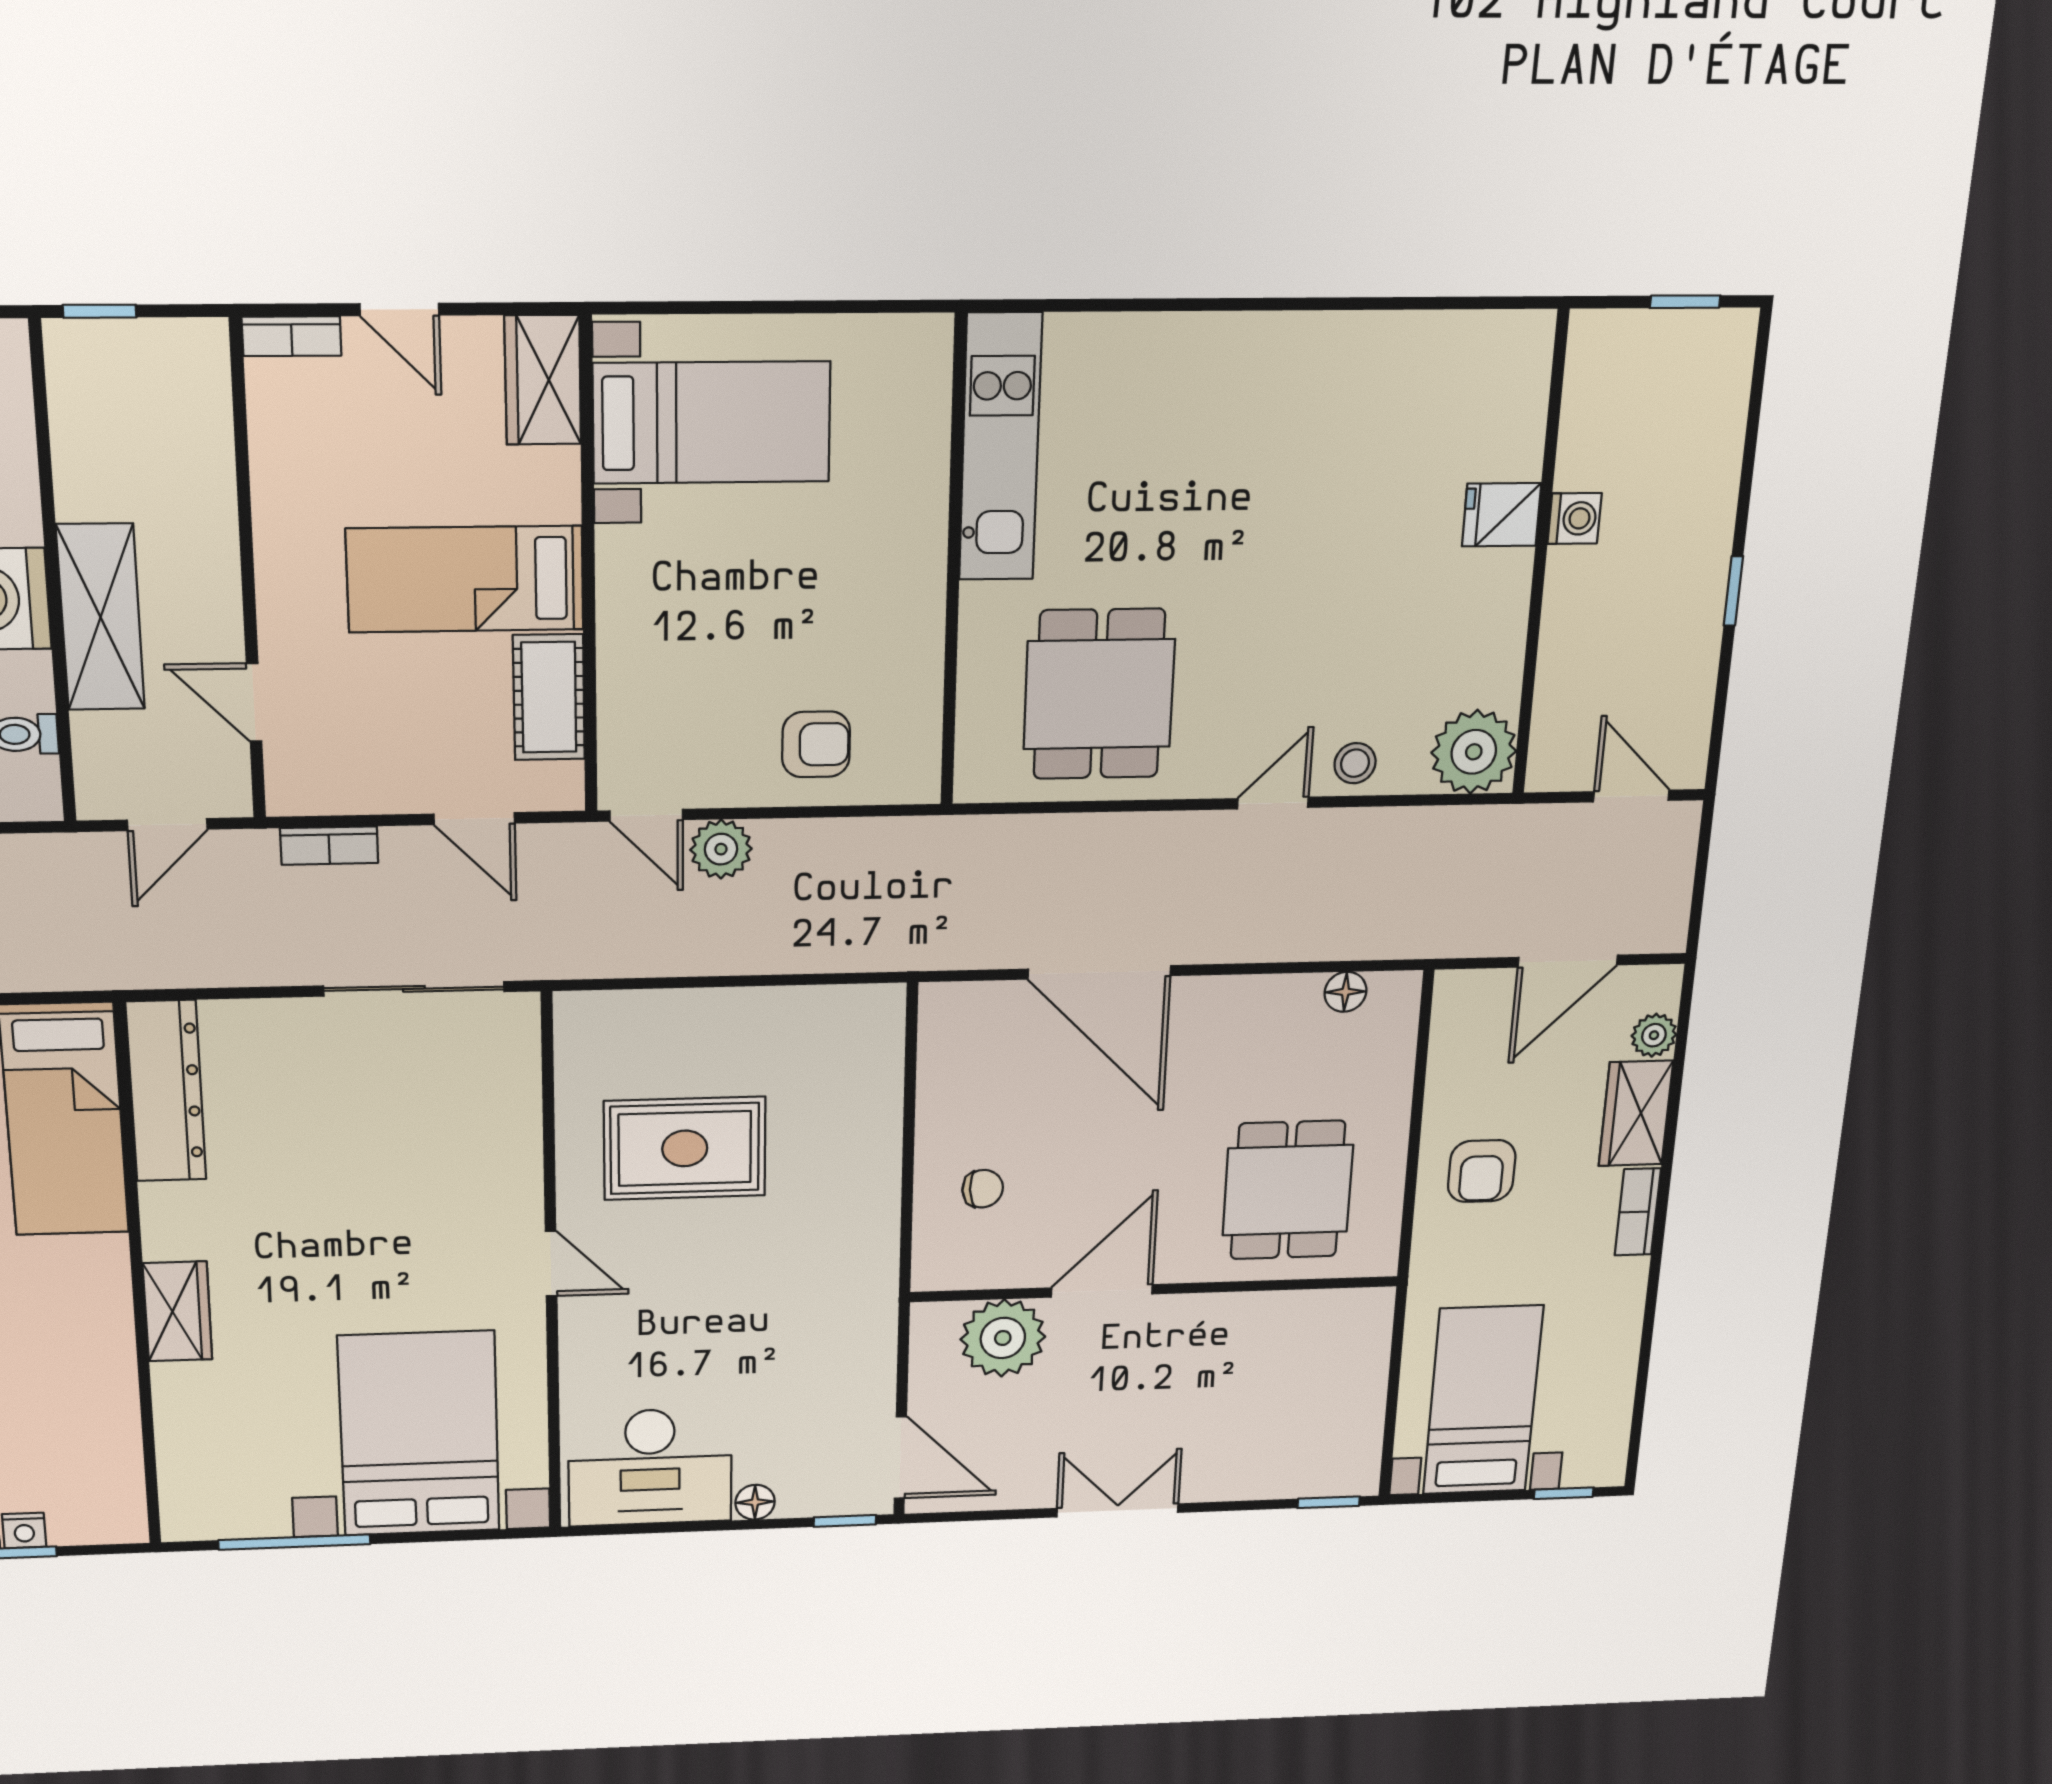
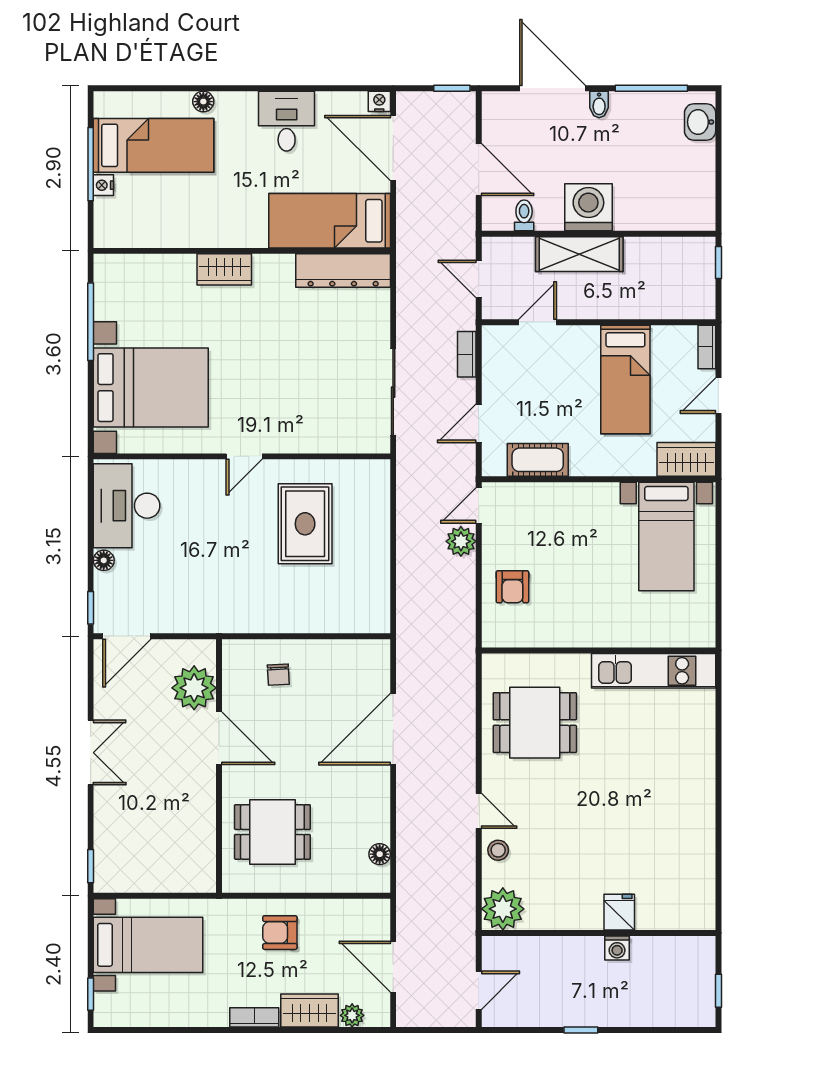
bed: (465, 579) -> (625, 379), moved, turned 180

